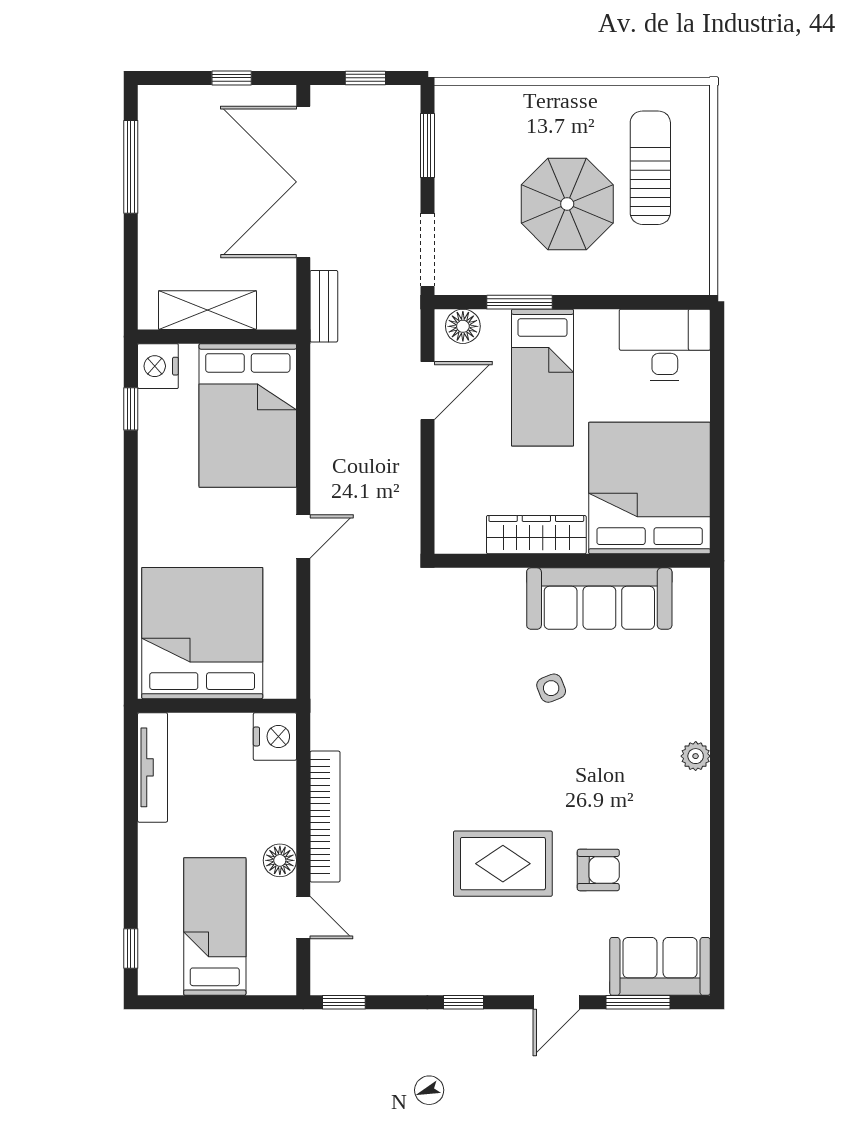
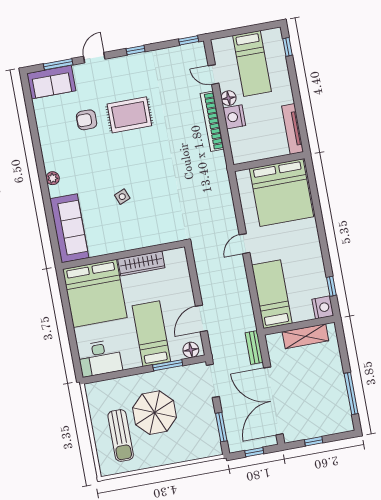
double door: (303, 182) -> (273, 401), swing flipped
bed: (248, 415) -> (272, 294), width x0.67
sofa: (599, 599) -> (69, 228), moved, turned 90
nightstand: (275, 736) -> (234, 117), moved

